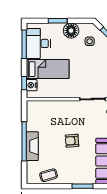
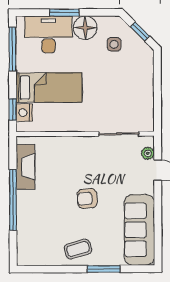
desk: (38, 43) -> (48, 34), moved, turned 90
fireplace: (32, 146) -> (26, 167), moved
coffee table: (49, 175) -> (78, 249), moved

